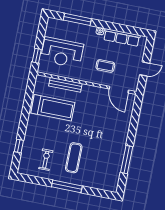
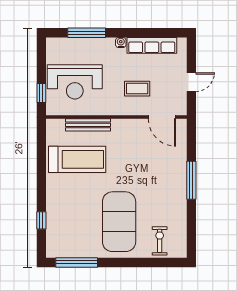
exercise mat: (74, 158) -> (119, 222), width x2.00, depth x1.45
exercise bike: (46, 160) -> (160, 241), moved
window: (127, 160) -> (191, 180), moved
window: (67, 186) -> (77, 262), moved

